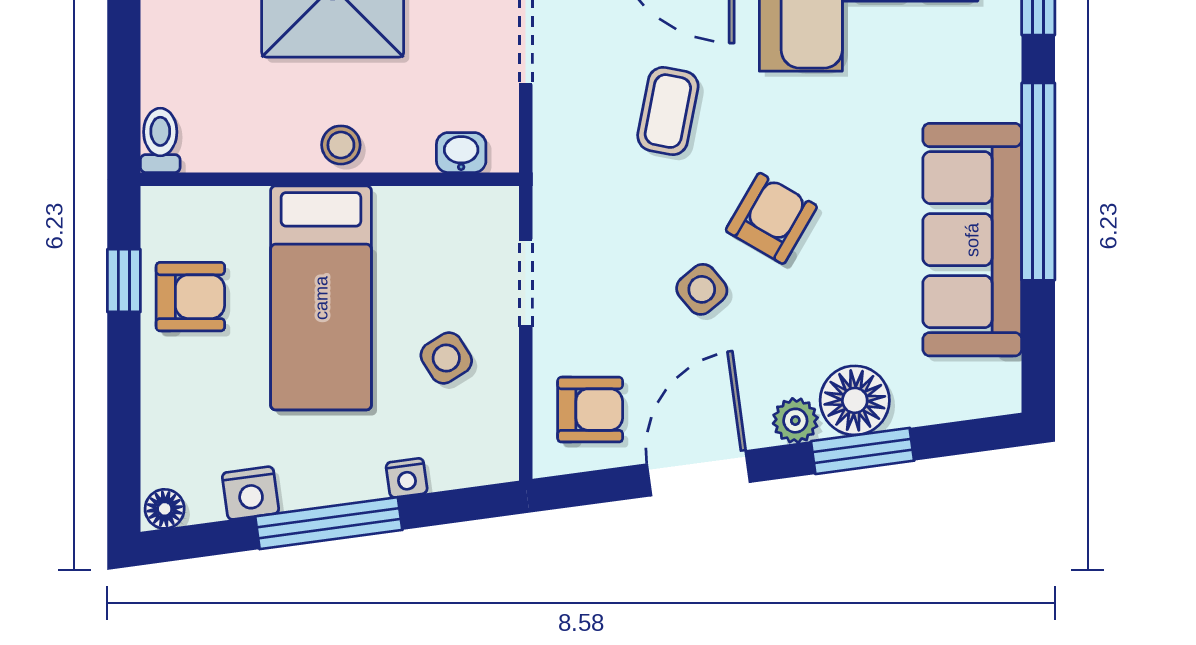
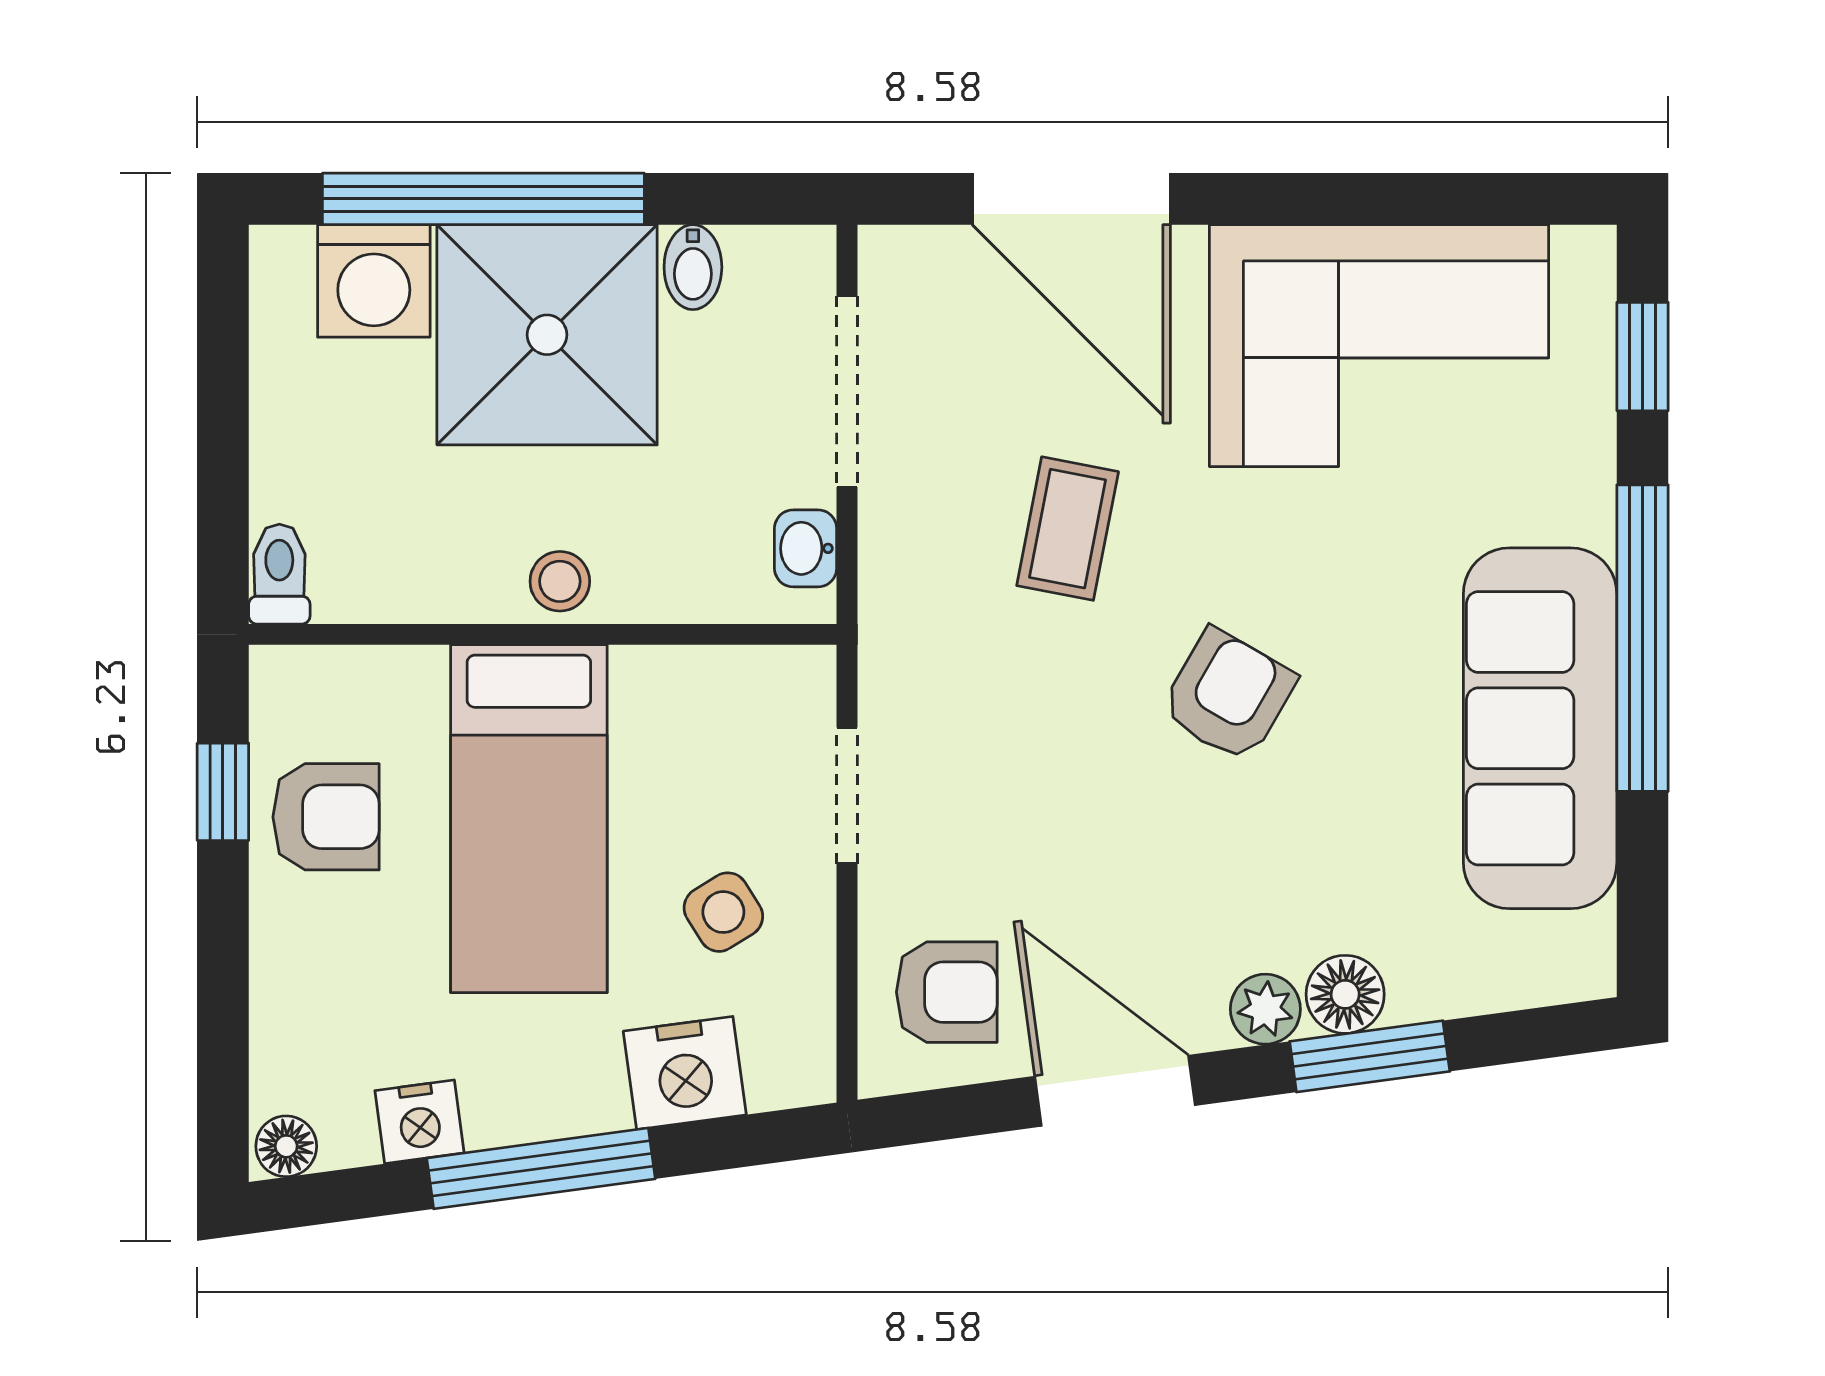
washbasin: (461, 153) -> (806, 548), moved, turned -90
side table: (702, 289) -> (1120, 806), removed
floor lamp: (855, 400) -> (1345, 994), width x0.73, depth x0.73
door: (698, 473) -> (1115, 1091), hinge flipped
nightstand: (407, 478) -> (685, 1073), width x1.89, depth x1.79

